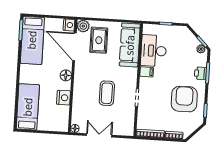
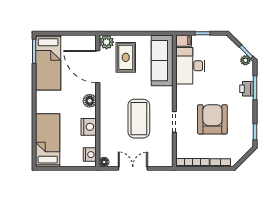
nightstand: (69, 25) -> (90, 155), moved
filing cabinet: (147, 72) -> (184, 41), moved
coffee table: (107, 93) -> (139, 119), width x1.36, depth x1.32
armchair: (184, 99) -> (212, 119), moved

